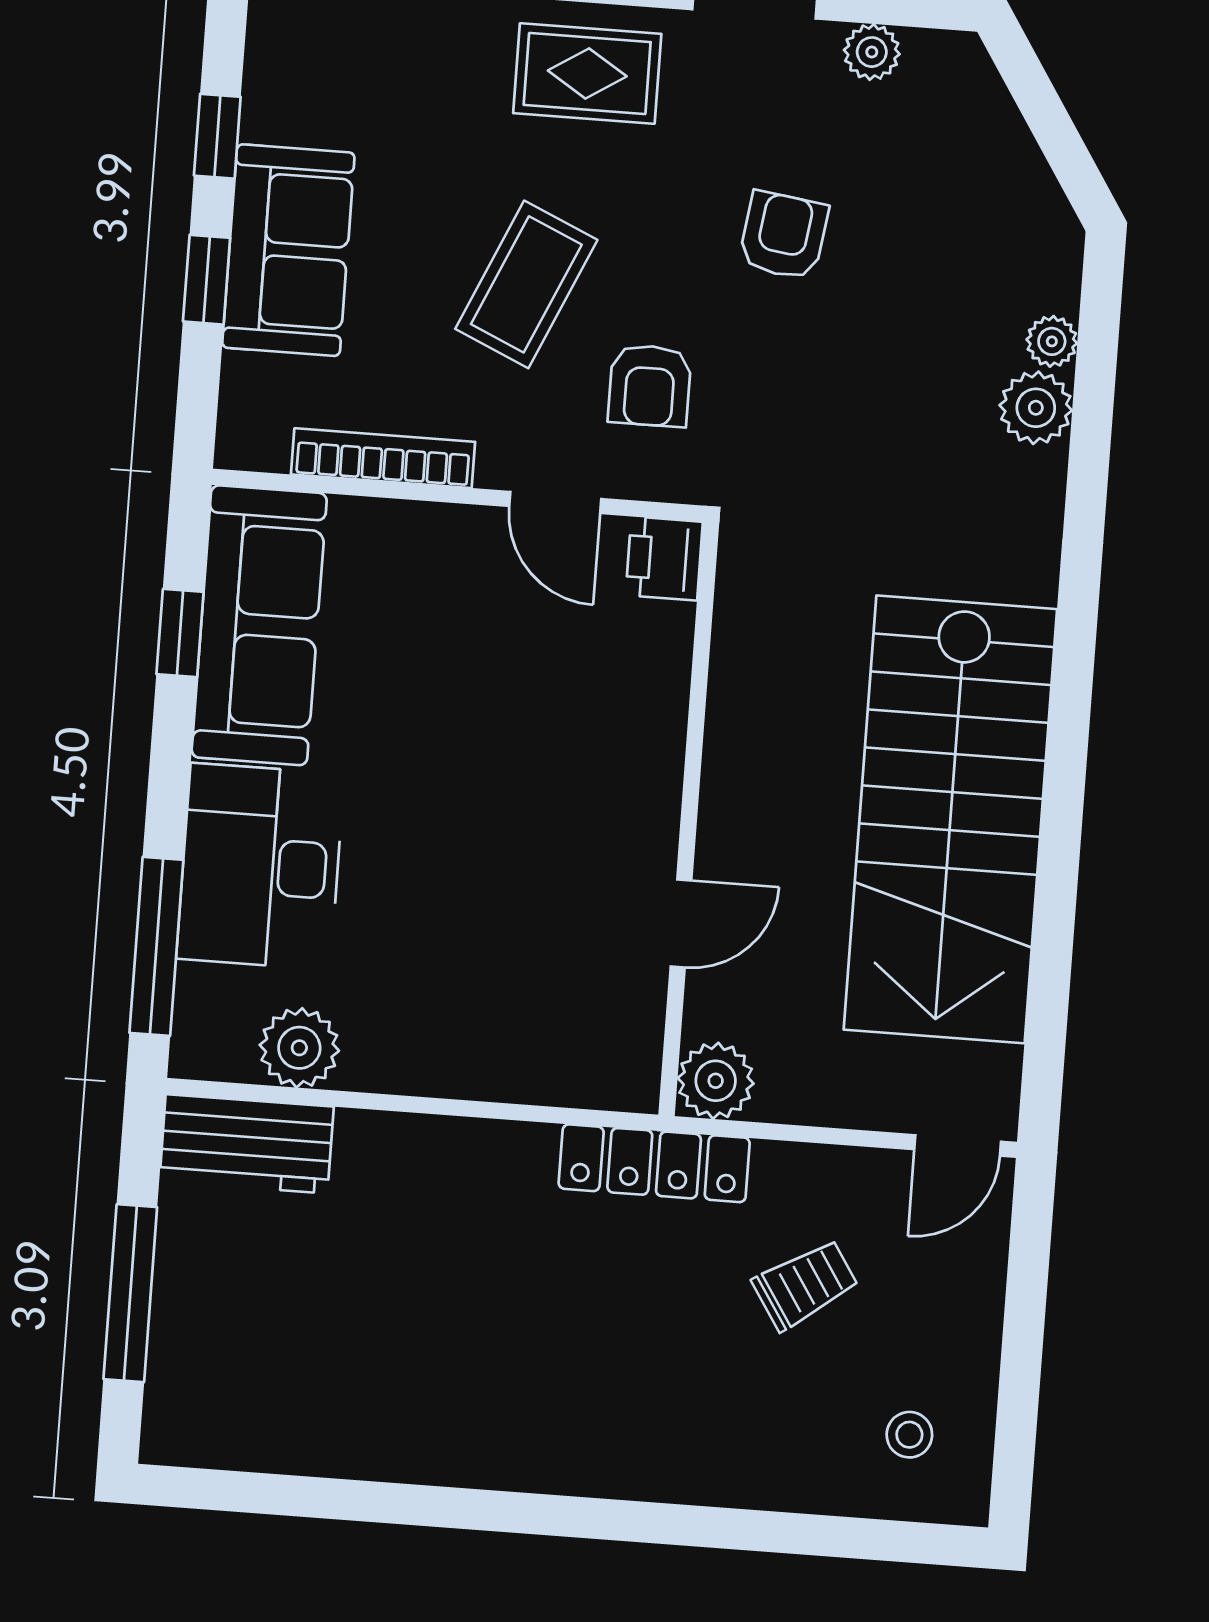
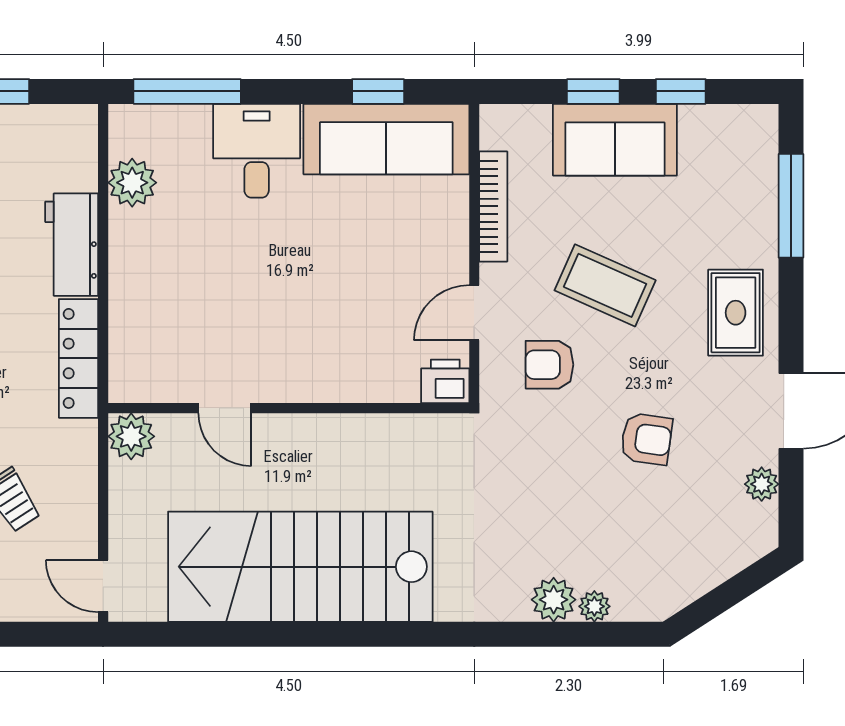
desk: (260, 866) -> (257, 151), width x0.73
workbench: (247, 1144) -> (72, 245), moved
locker: (654, 1163) -> (78, 358), moved

